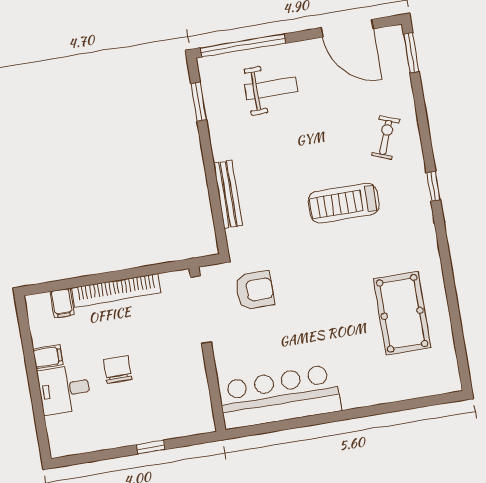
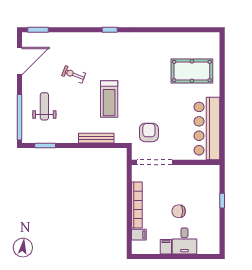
exercise bike: (386, 137) -> (74, 74), moved
treadmill: (344, 203) -> (109, 99), moved
pool table: (402, 313) -> (192, 71), moved

